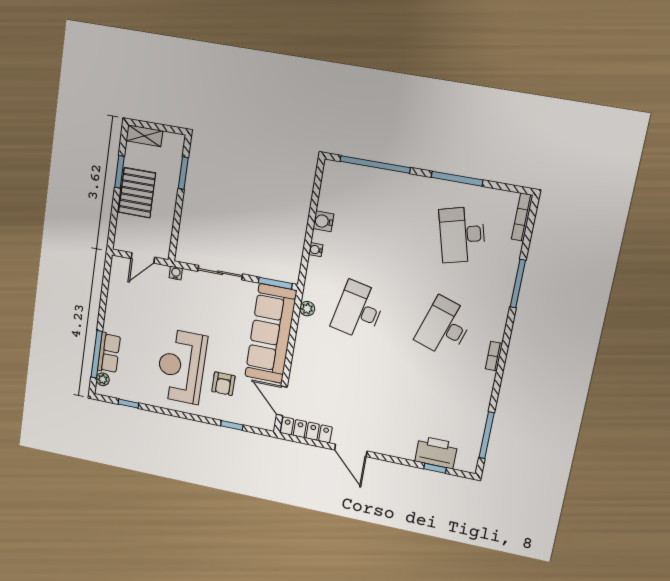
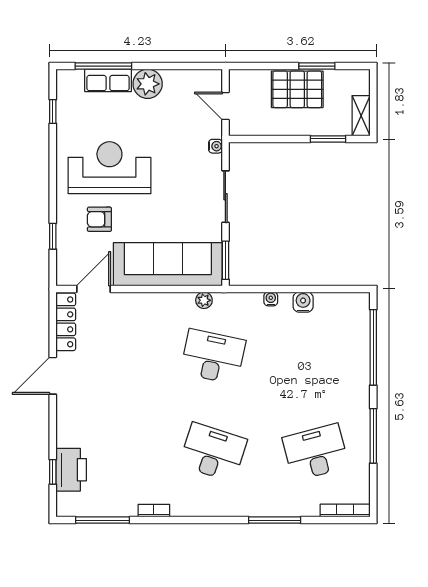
shelving: (144, 136) -> (361, 116), moved
bookcase: (494, 356) -> (154, 511), moved
plant: (103, 379) -> (148, 84), moved, width x1.88, depth x1.88

